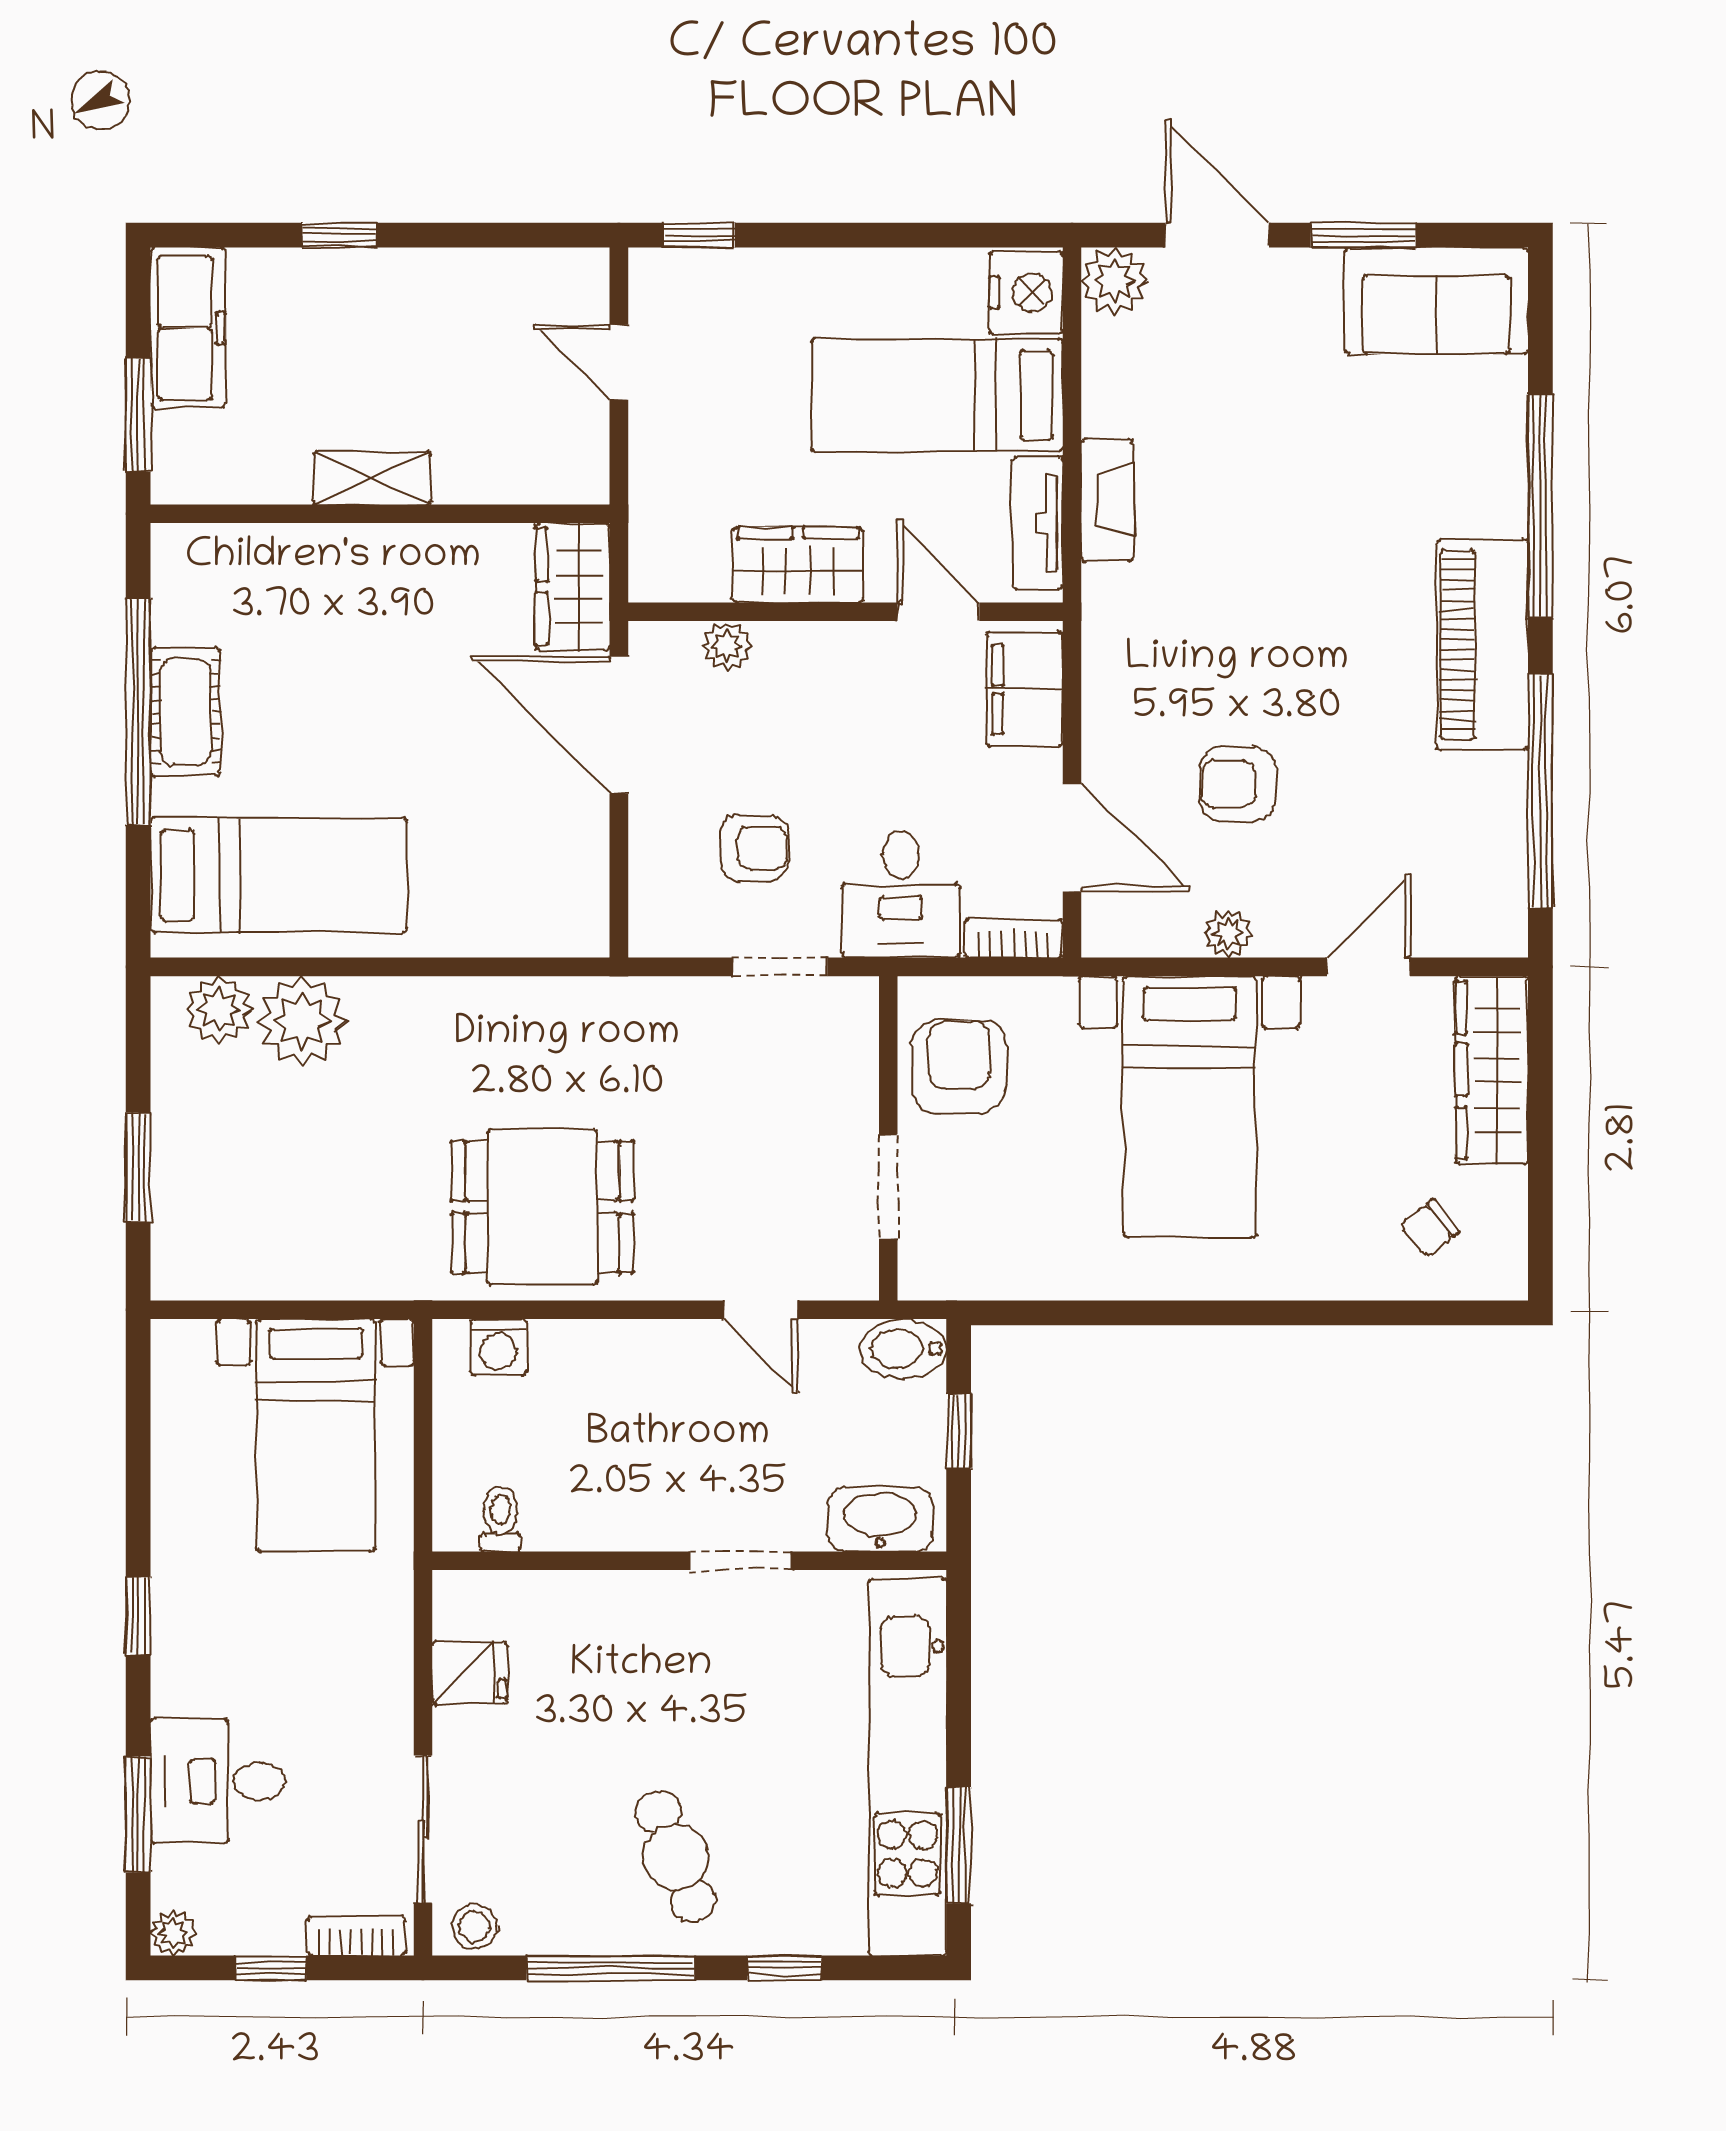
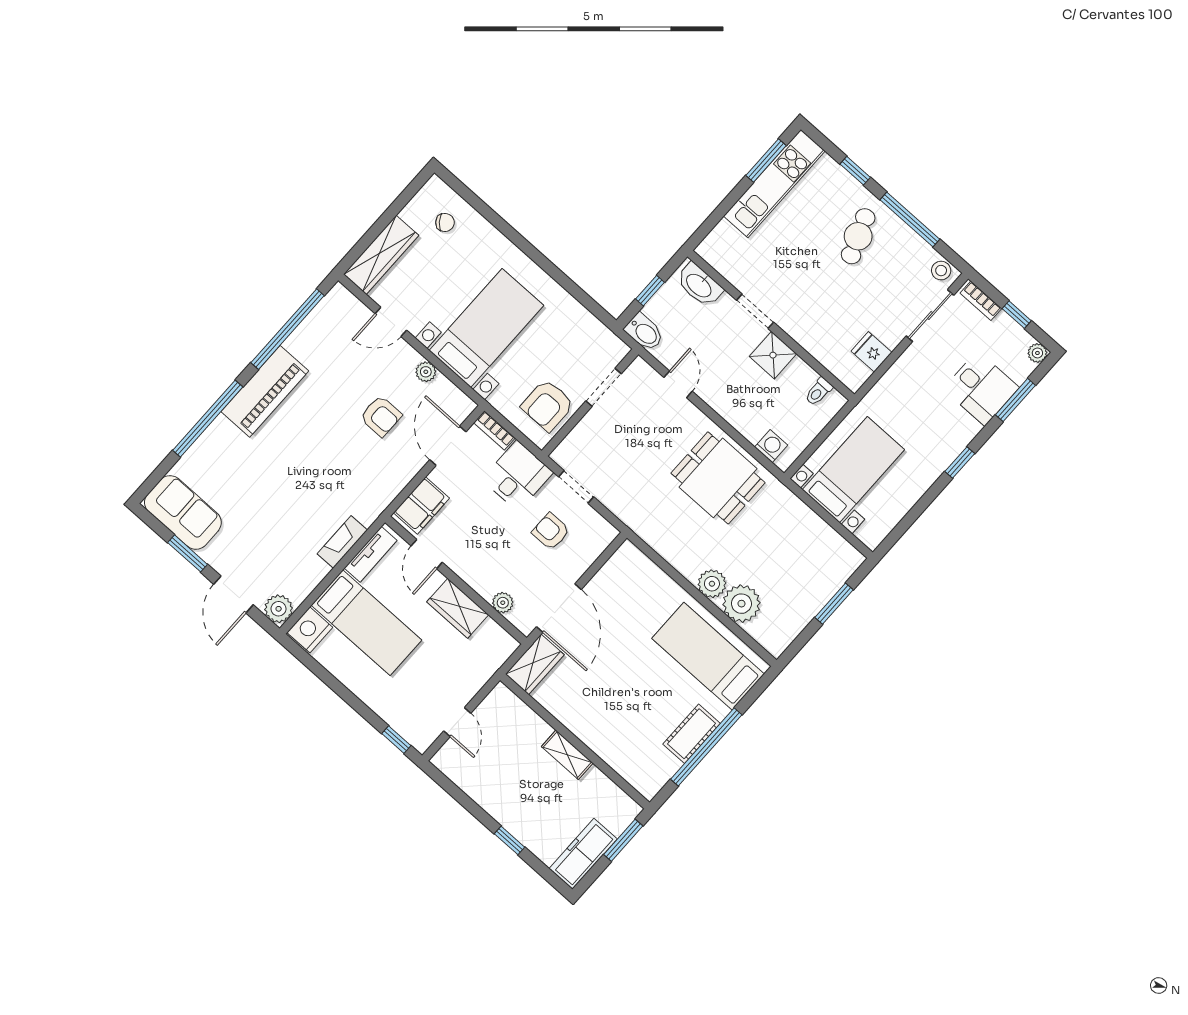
plant: (219, 1010) -> (712, 584), moved
shower: (639, 1511) -> (773, 355), added
kitchen unit: (907, 1767) -> (774, 184), width x0.73

